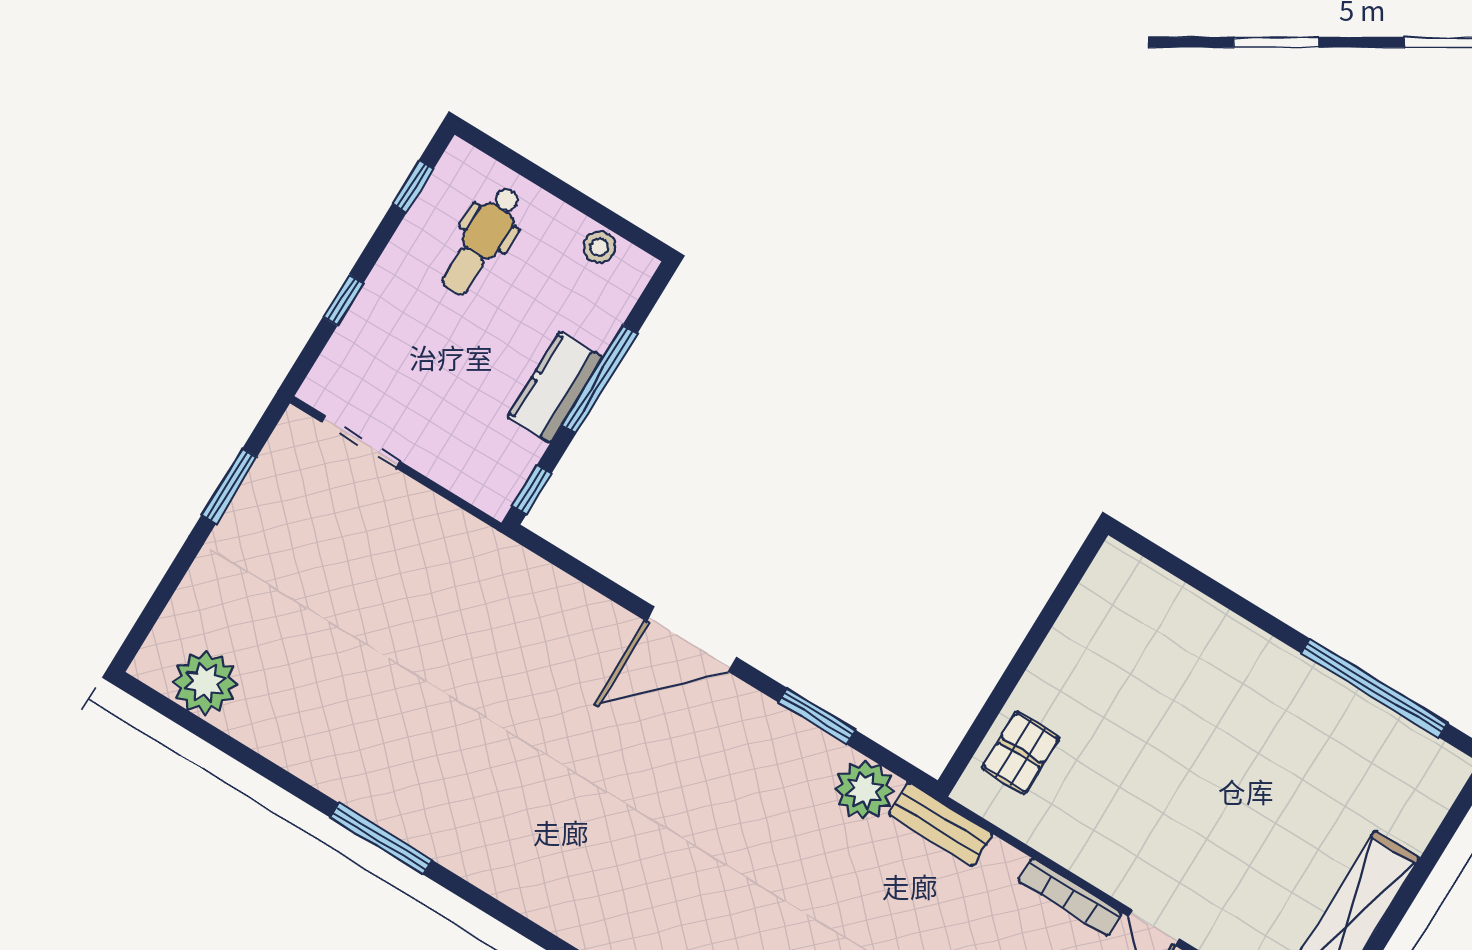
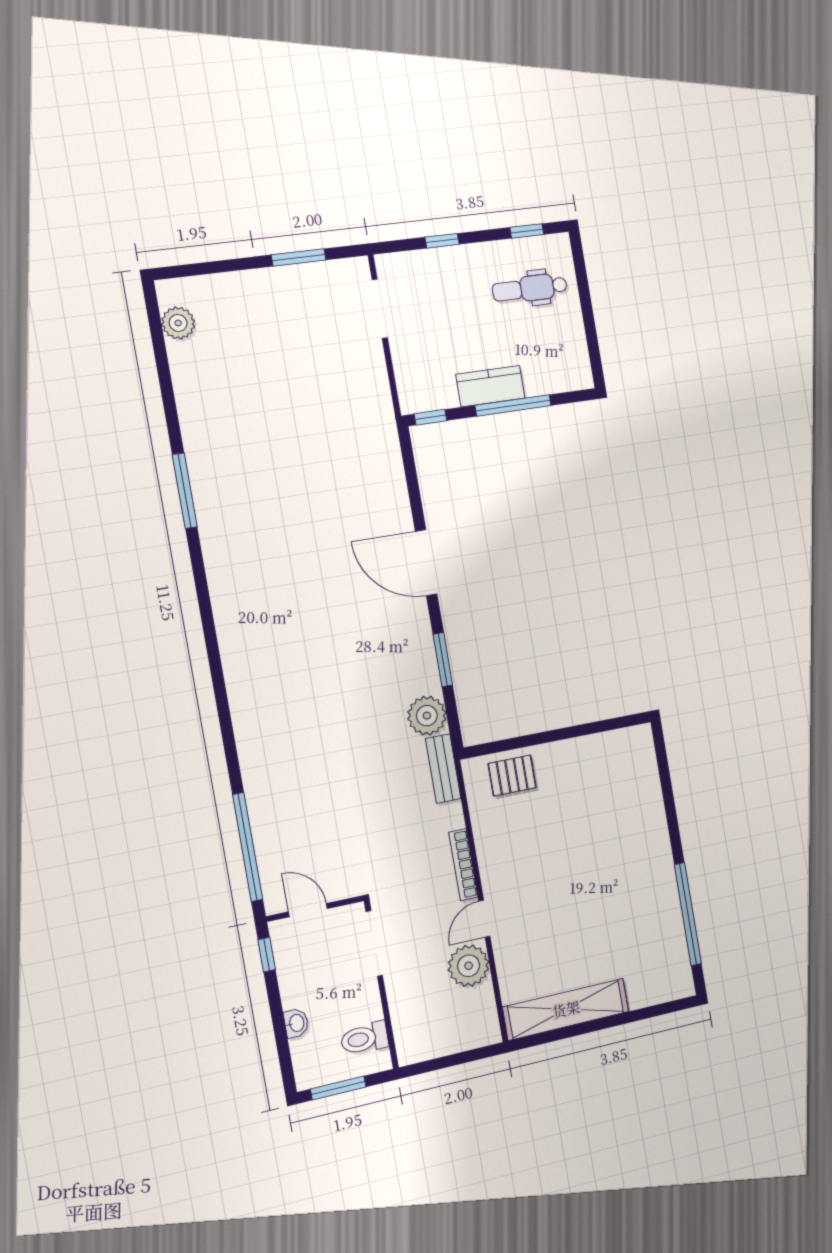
stool: (599, 247) -> (576, 351), removed
plant: (205, 683) -> (178, 323), width x0.73, depth x0.73

